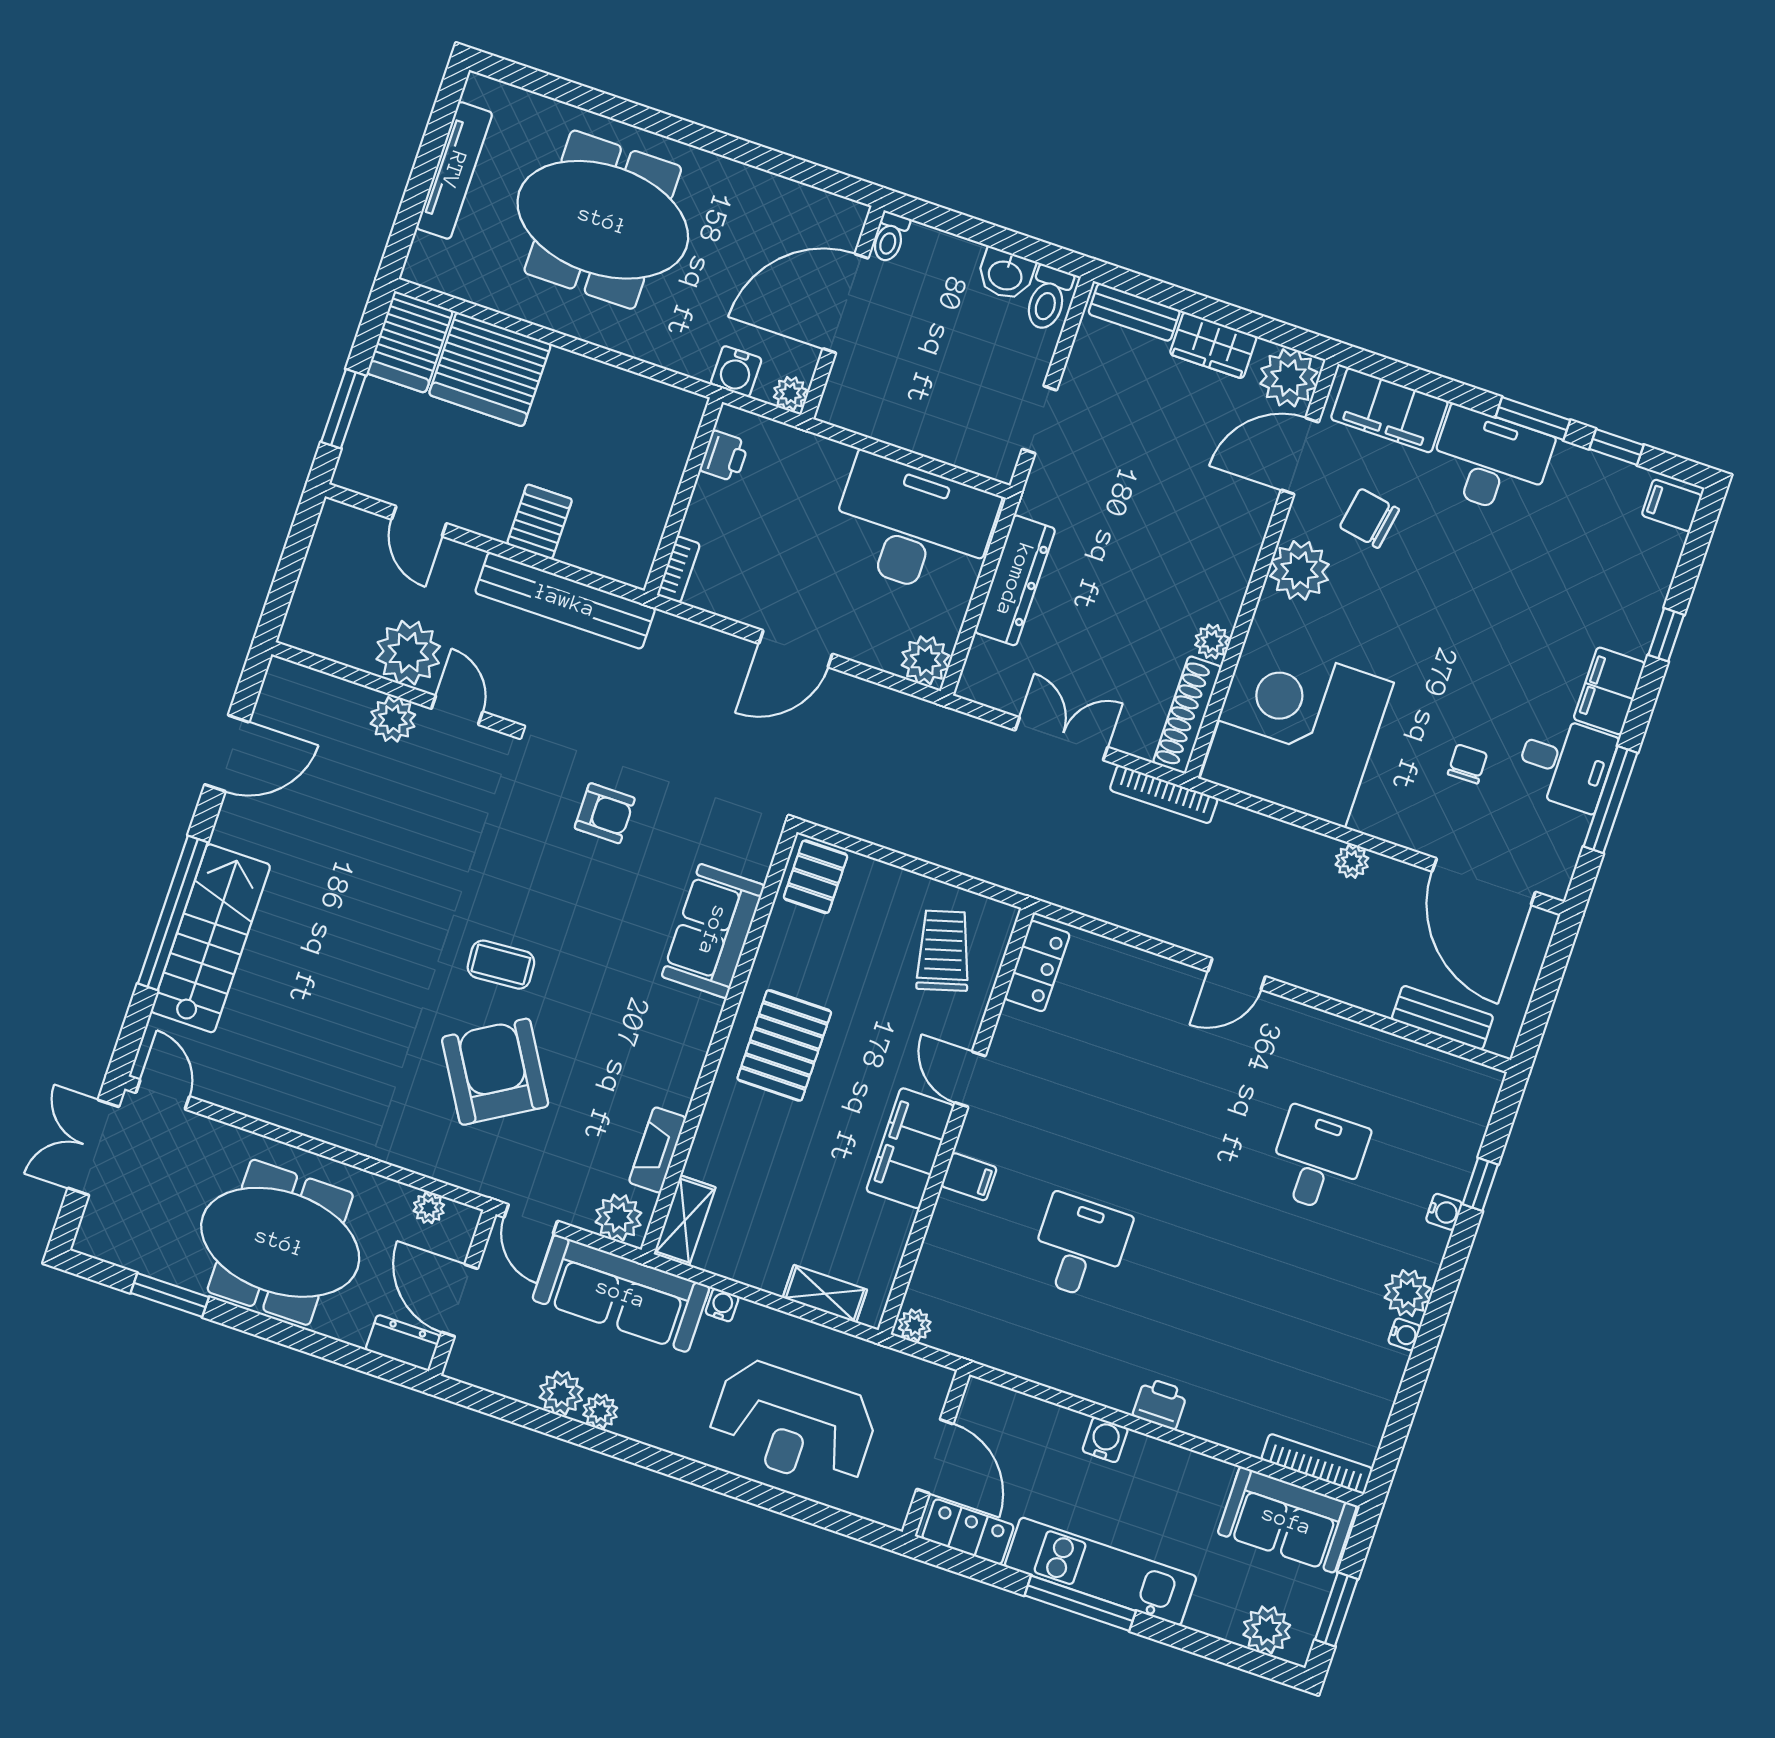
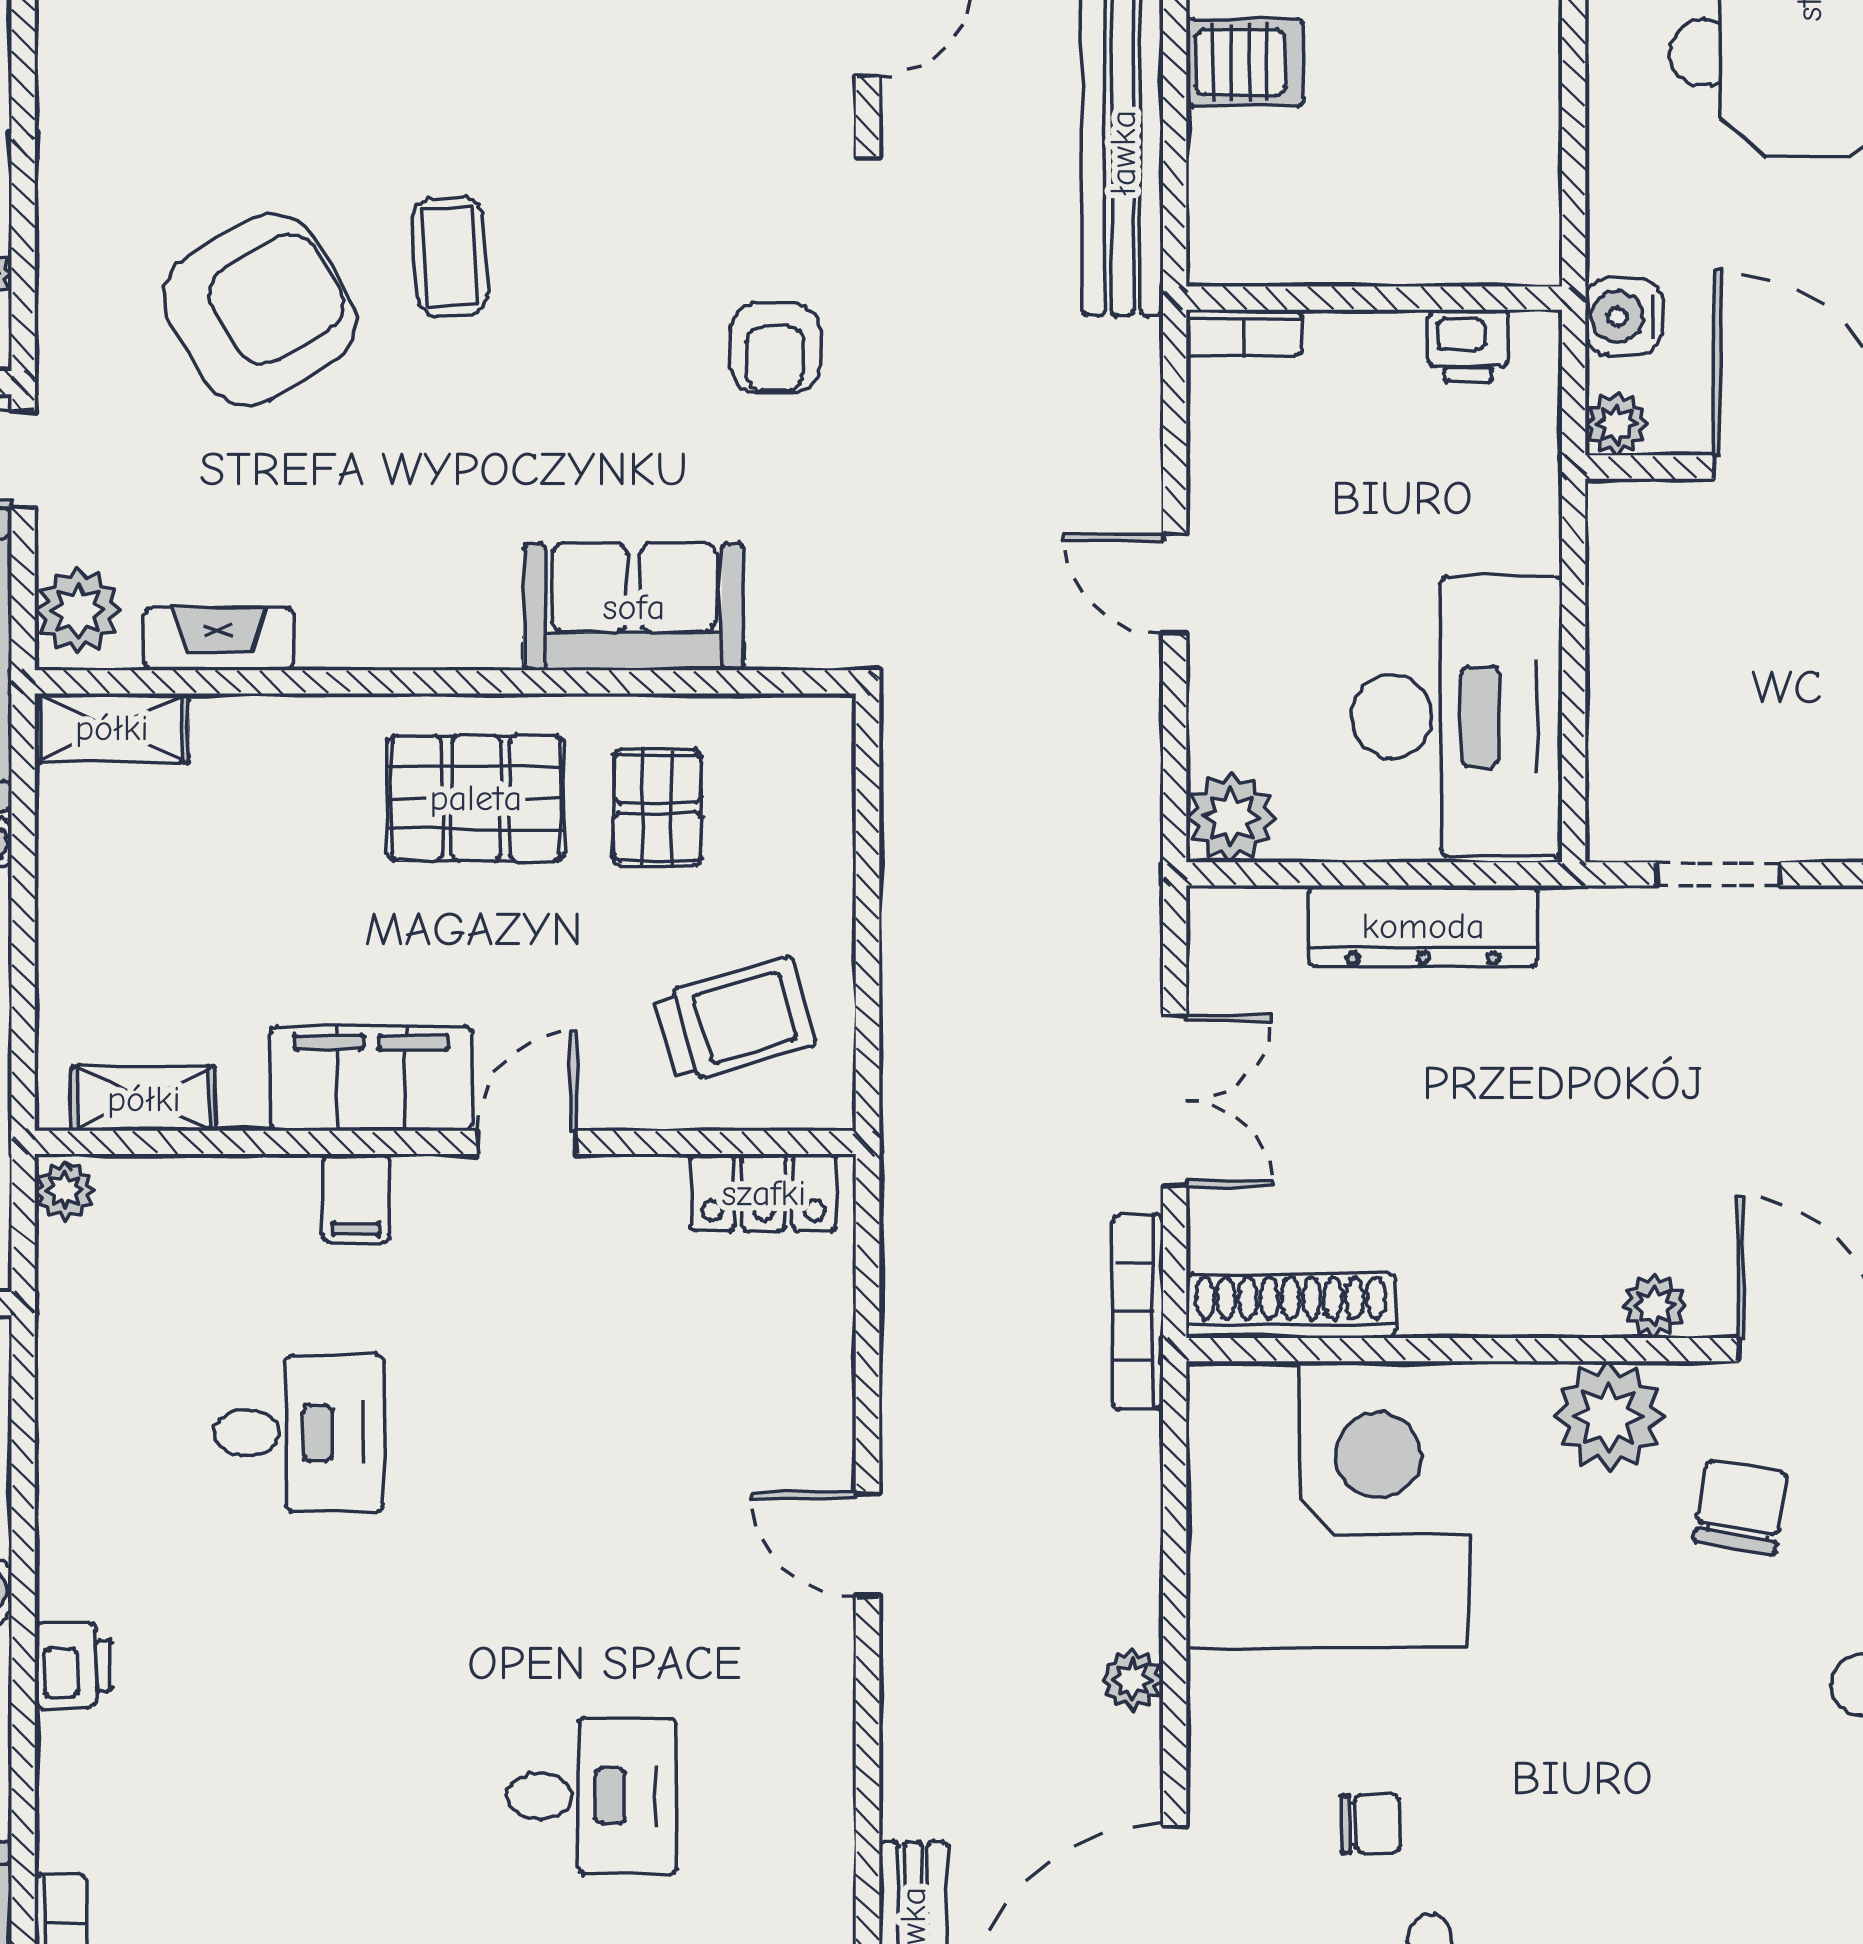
plant: (1212, 641) -> (1654, 1306), moved
door: (796, 649) -> (1175, 584), width x0.73
pallet: (816, 877) -> (657, 808), moved, turned 90
shelving: (825, 1294) -> (144, 1099), moved, turned 90

